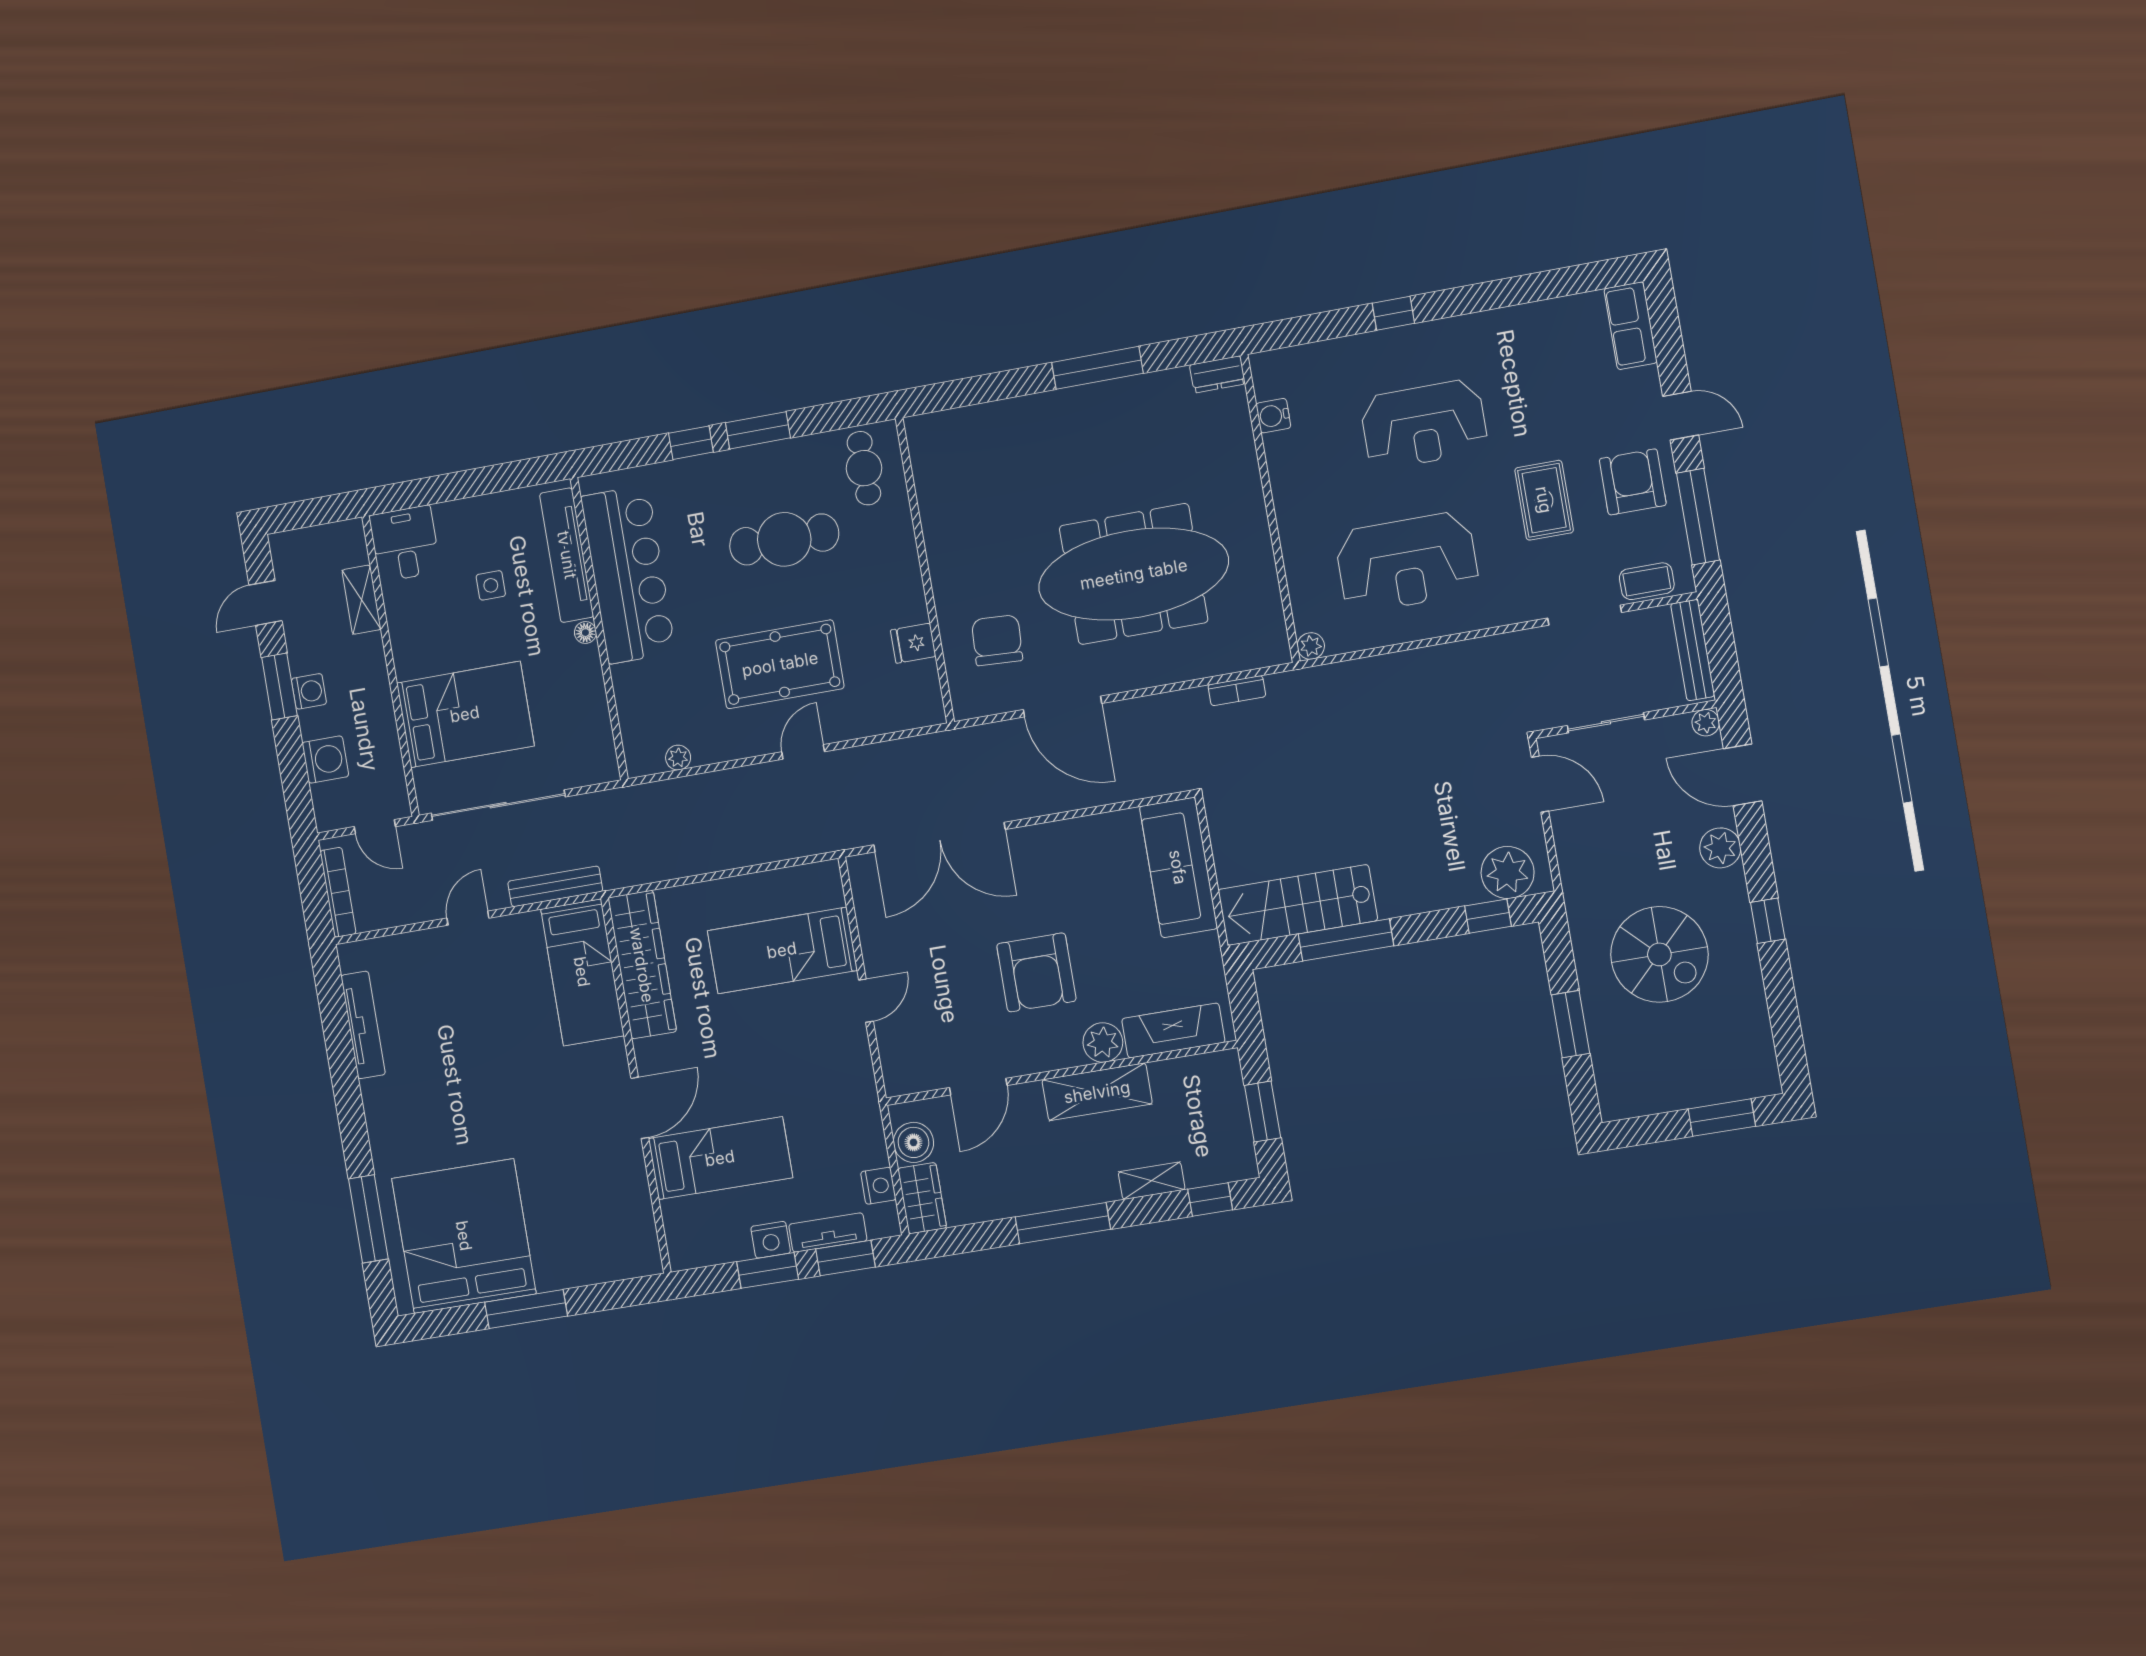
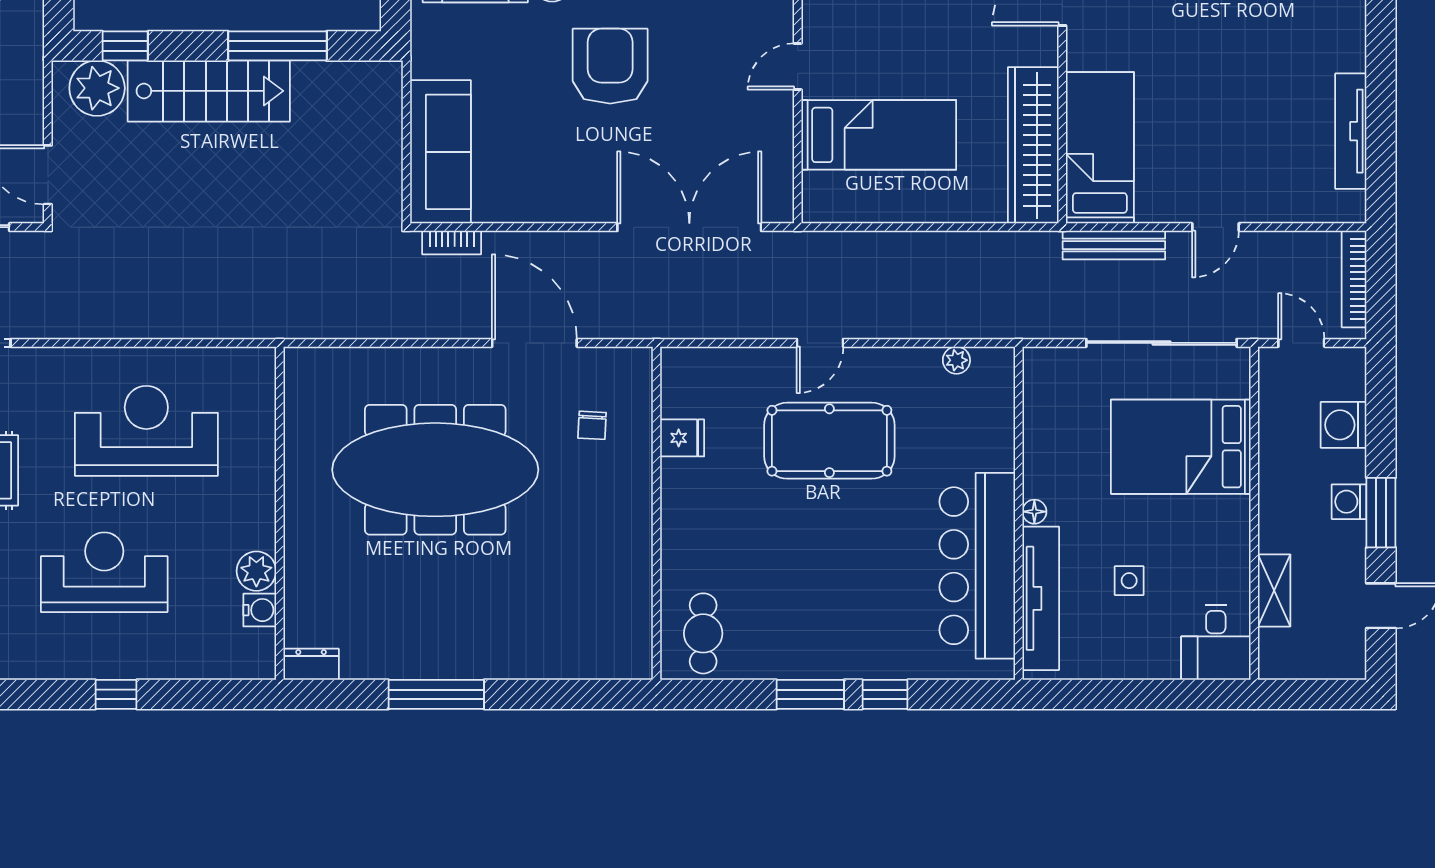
cafe table: (784, 539) -> (802, 573), removed
chair: (997, 640) -> (592, 425), width x0.54, depth x0.54
plant: (1311, 646) -> (256, 571), moved, width x1.38, depth x1.38
bookcase: (1237, 691) -> (452, 242), moved, turned 180
stairs: (1298, 905) -> (209, 91), moved

